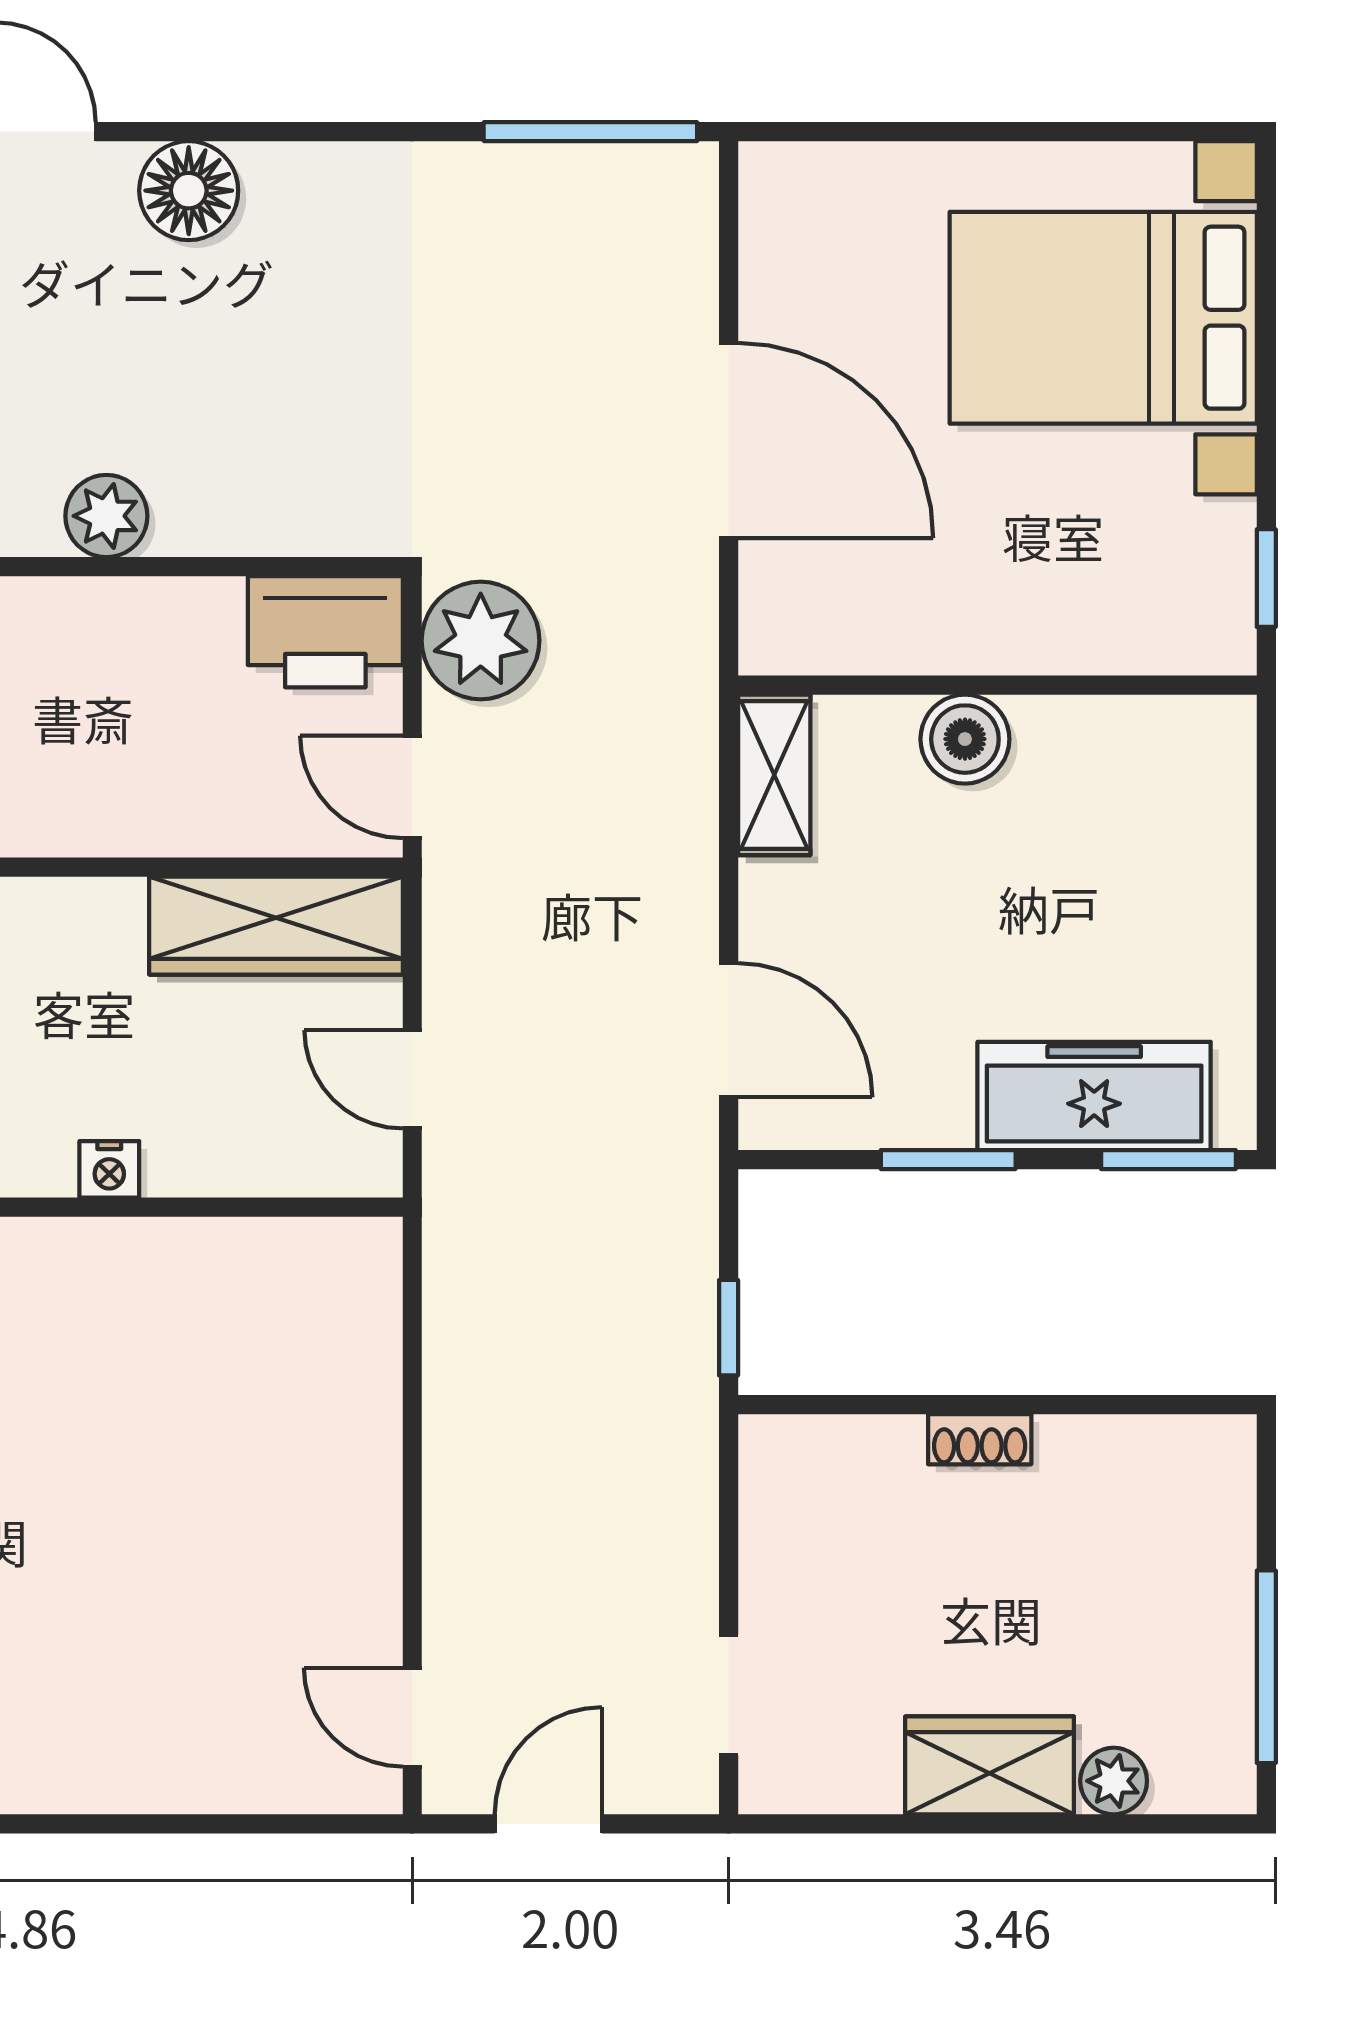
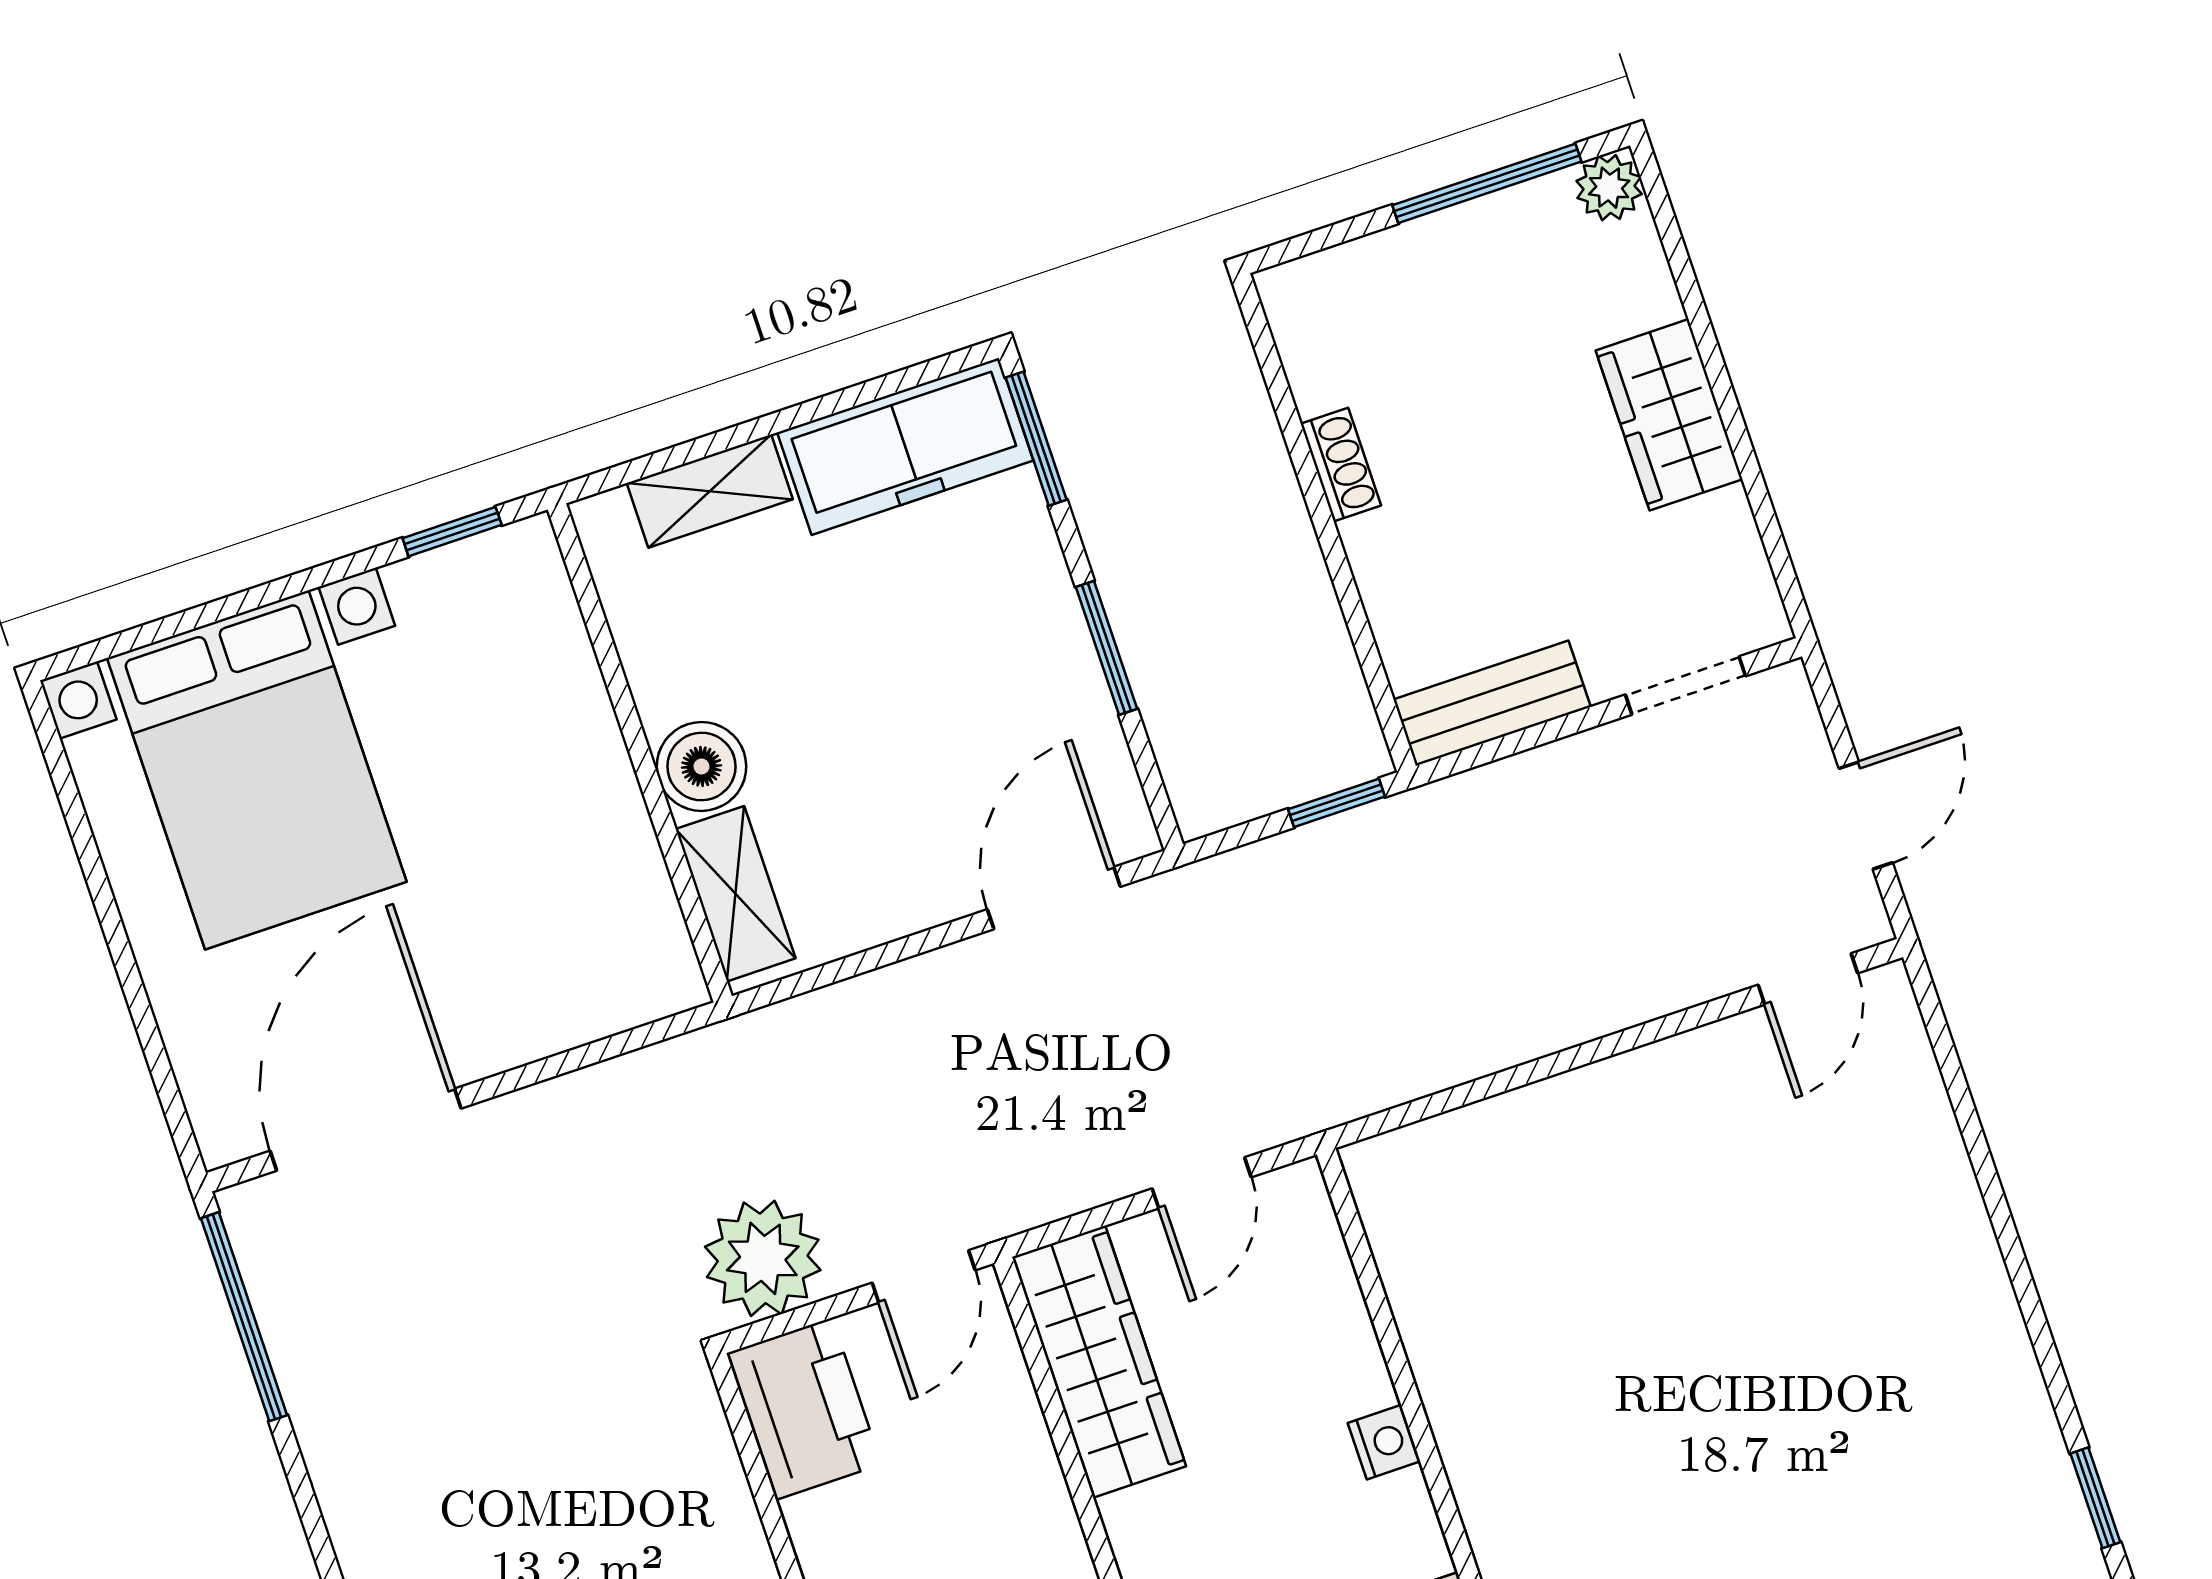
door: (729, 441) -> (366, 1130), moved
shelving: (774, 775) -> (736, 894), moved, turned 90
shelving: (1223, 835) -> (710, 491), added
freezer: (1094, 1096) -> (905, 446), moved, turned -90
shoe rack: (980, 1439) -> (1341, 465), moved
bench: (773, 1506) -> (1492, 703), added
plant: (1114, 1781) -> (1609, 188), moved
door: (548, 1824) -> (1866, 816), swing flipped

